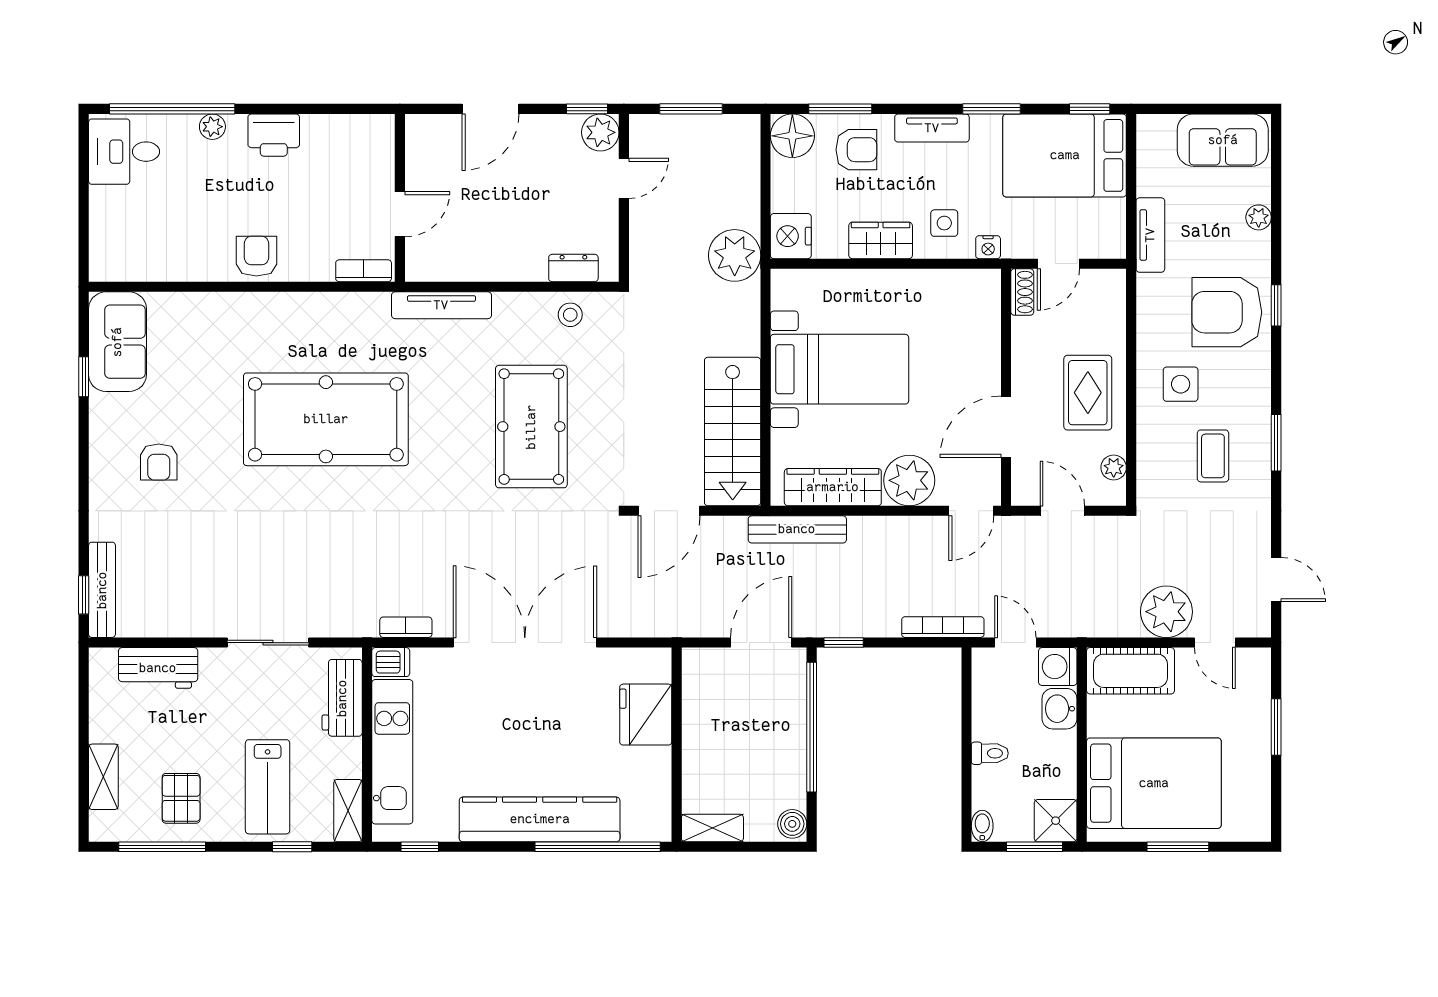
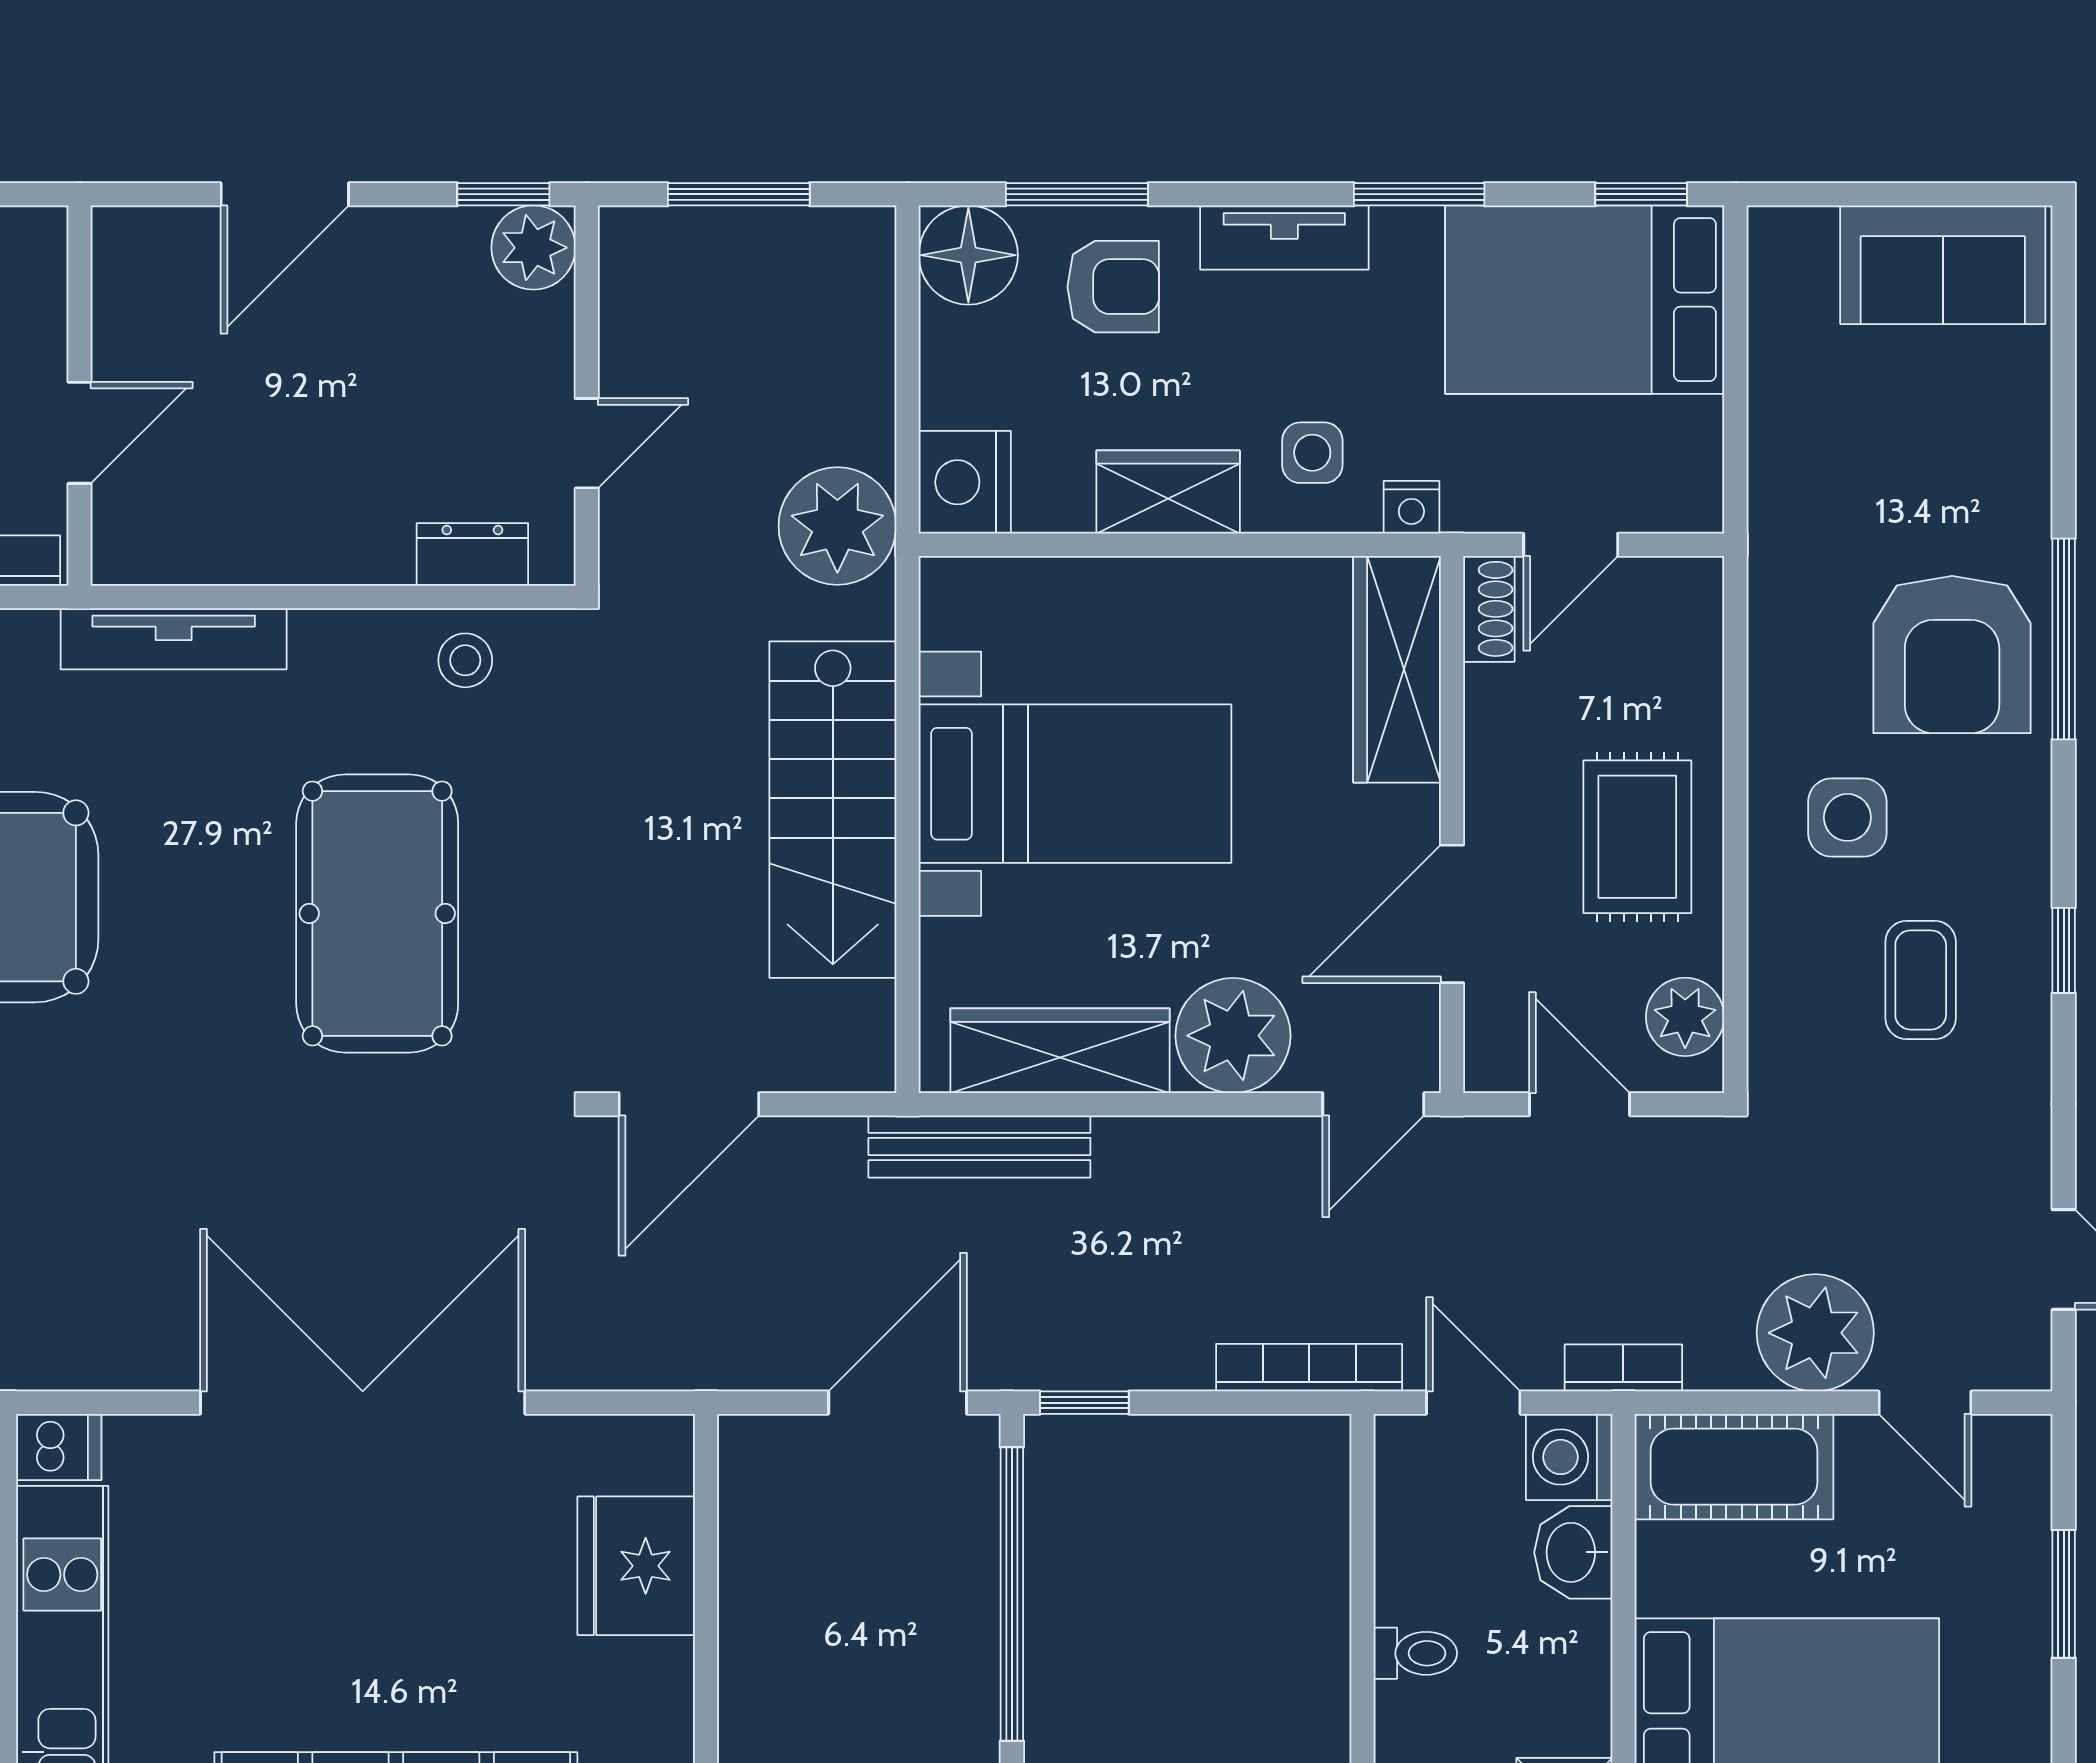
door: (624, 178) -> (587, 443), moved
plant: (1259, 217) -> (2024, 440), removed
tv unit: (1150, 235) -> (1779, 480), removed
window: (1276, 305) -> (2064, 639), width x2.17
armchair: (1227, 312) -> (1952, 654), turned -90
wardrobe: (982, 319) -> (1397, 669), added
stairs: (733, 432) -> (833, 810), moved
window: (1276, 443) -> (2064, 950), width x0.67
plant: (1114, 467) -> (1685, 1017), width x1.38, depth x1.38
bookcase: (406, 627) -> (1623, 1368), moved

